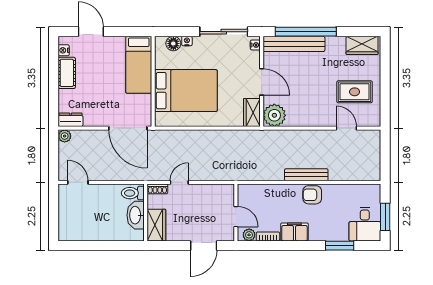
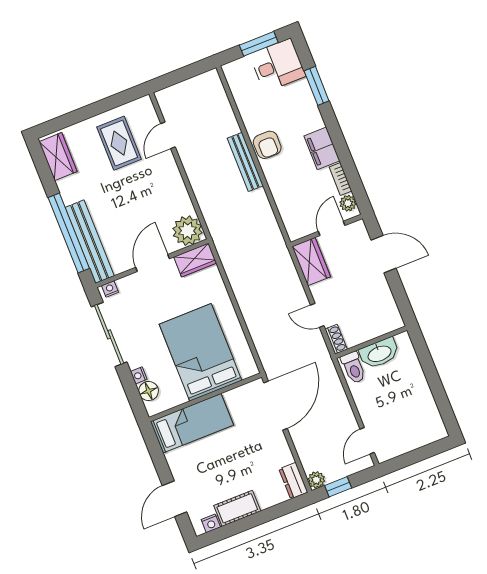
window: (54, 149) -> (338, 487), added
wardrobe: (156, 225) -> (311, 262), moved, turned 90

